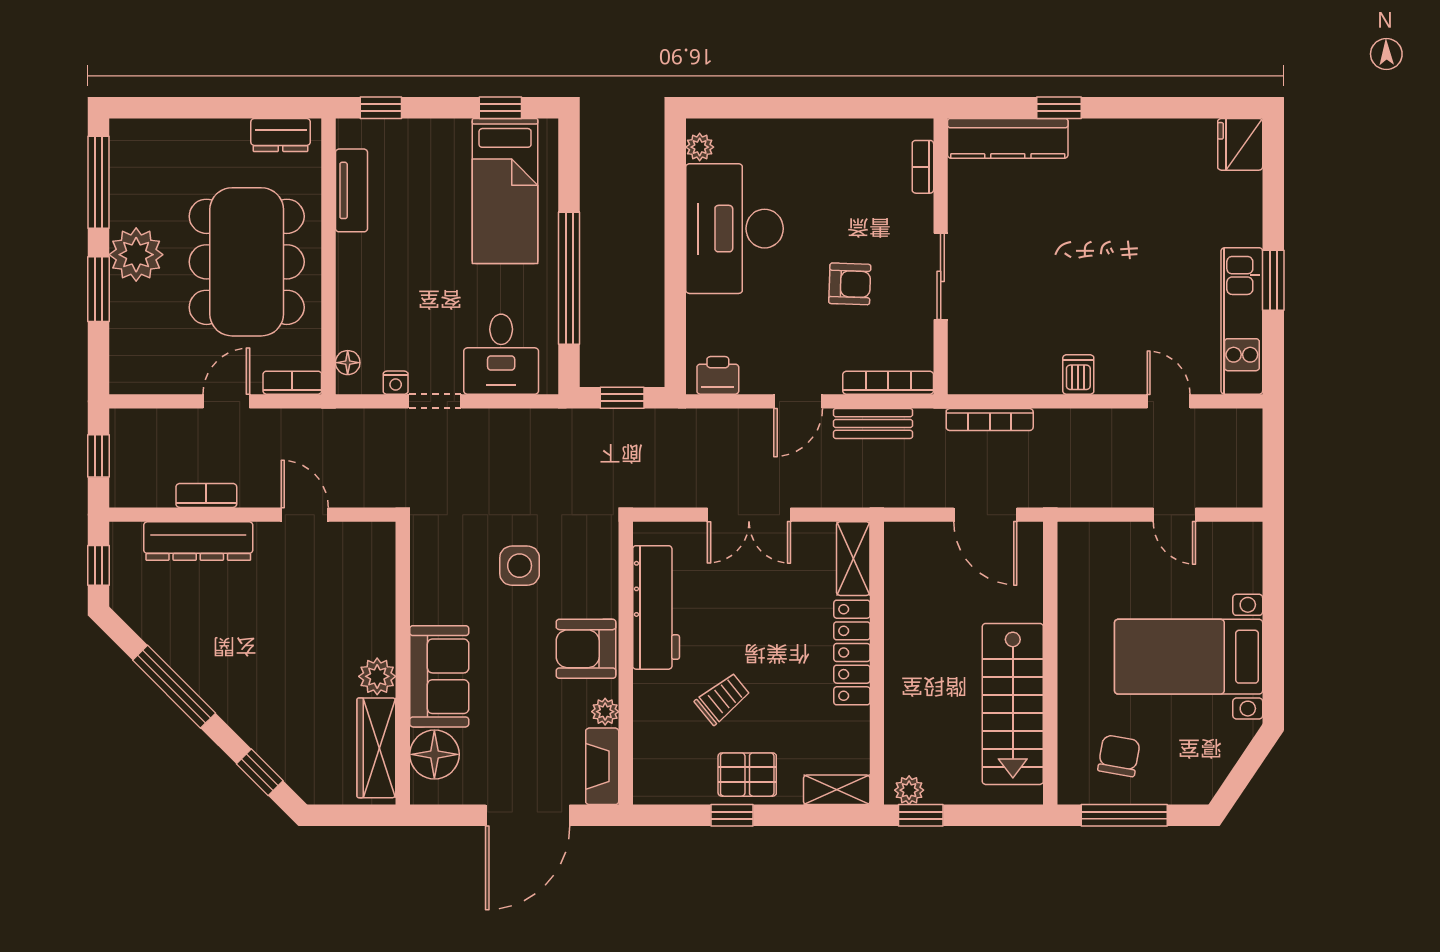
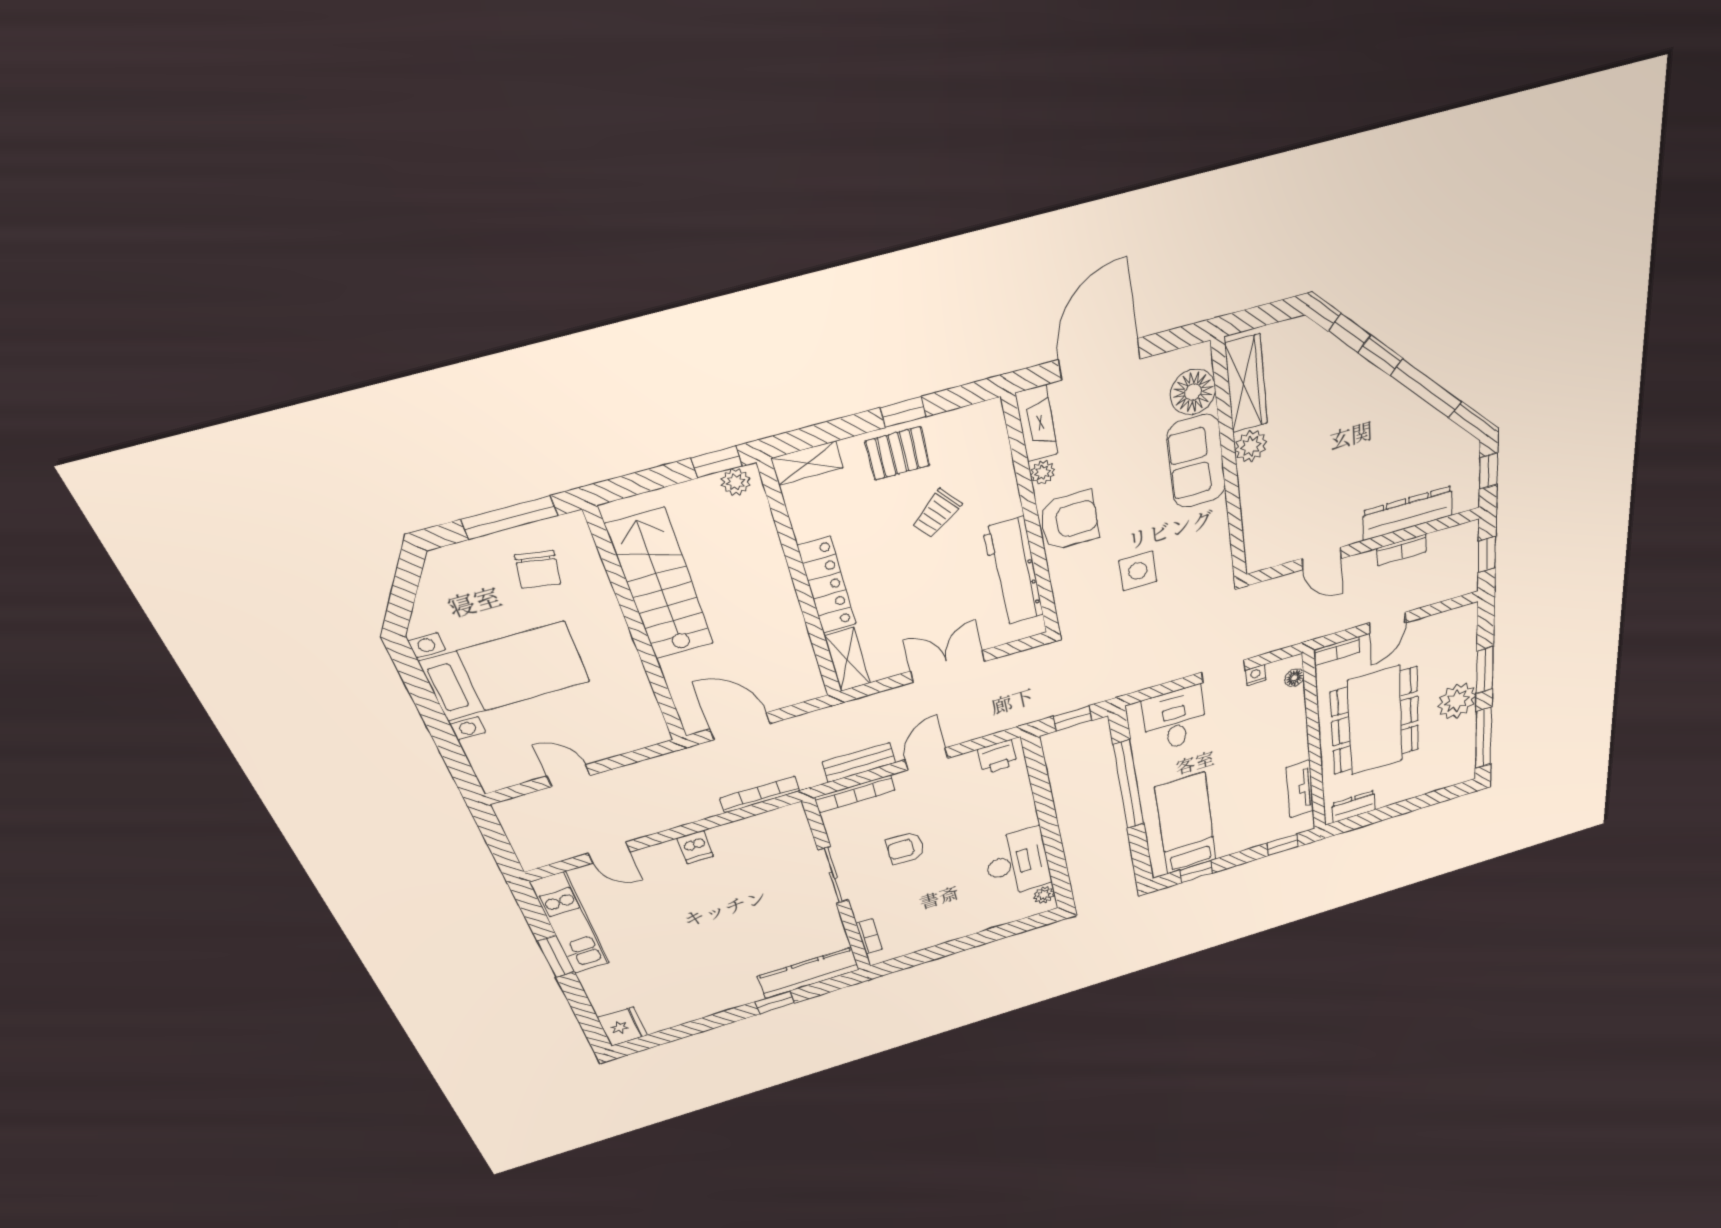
desk: (734, 229) -> (1017, 863), width x0.73, depth x0.77

